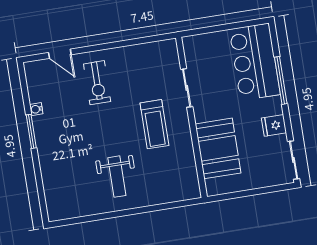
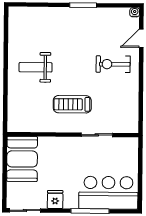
water cooler: (36, 109) -> (135, 12), moved
booth: (218, 148) -> (22, 159), moved, turned 90

